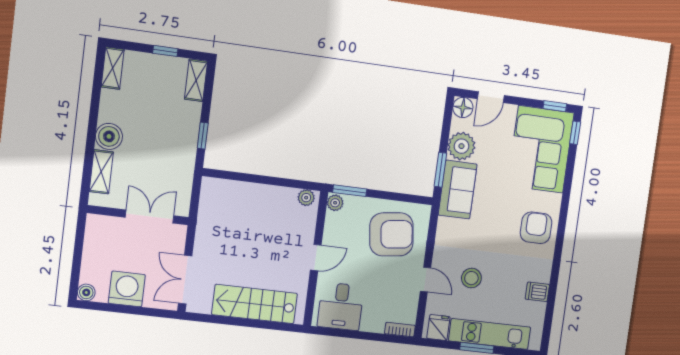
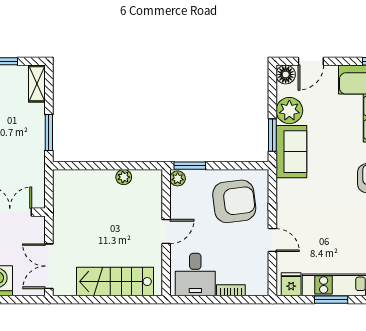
window: (203, 136) -> (49, 133), width x1.50
plant: (306, 198) -> (124, 177), moved
stool: (471, 278) -> (316, 233), removed
bookcase: (400, 330) -> (231, 290), moved

